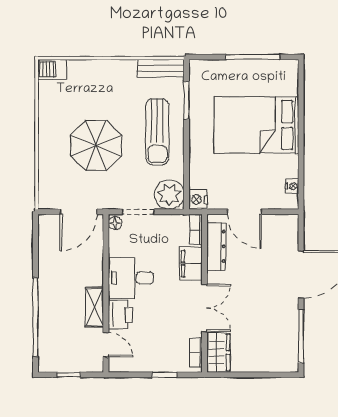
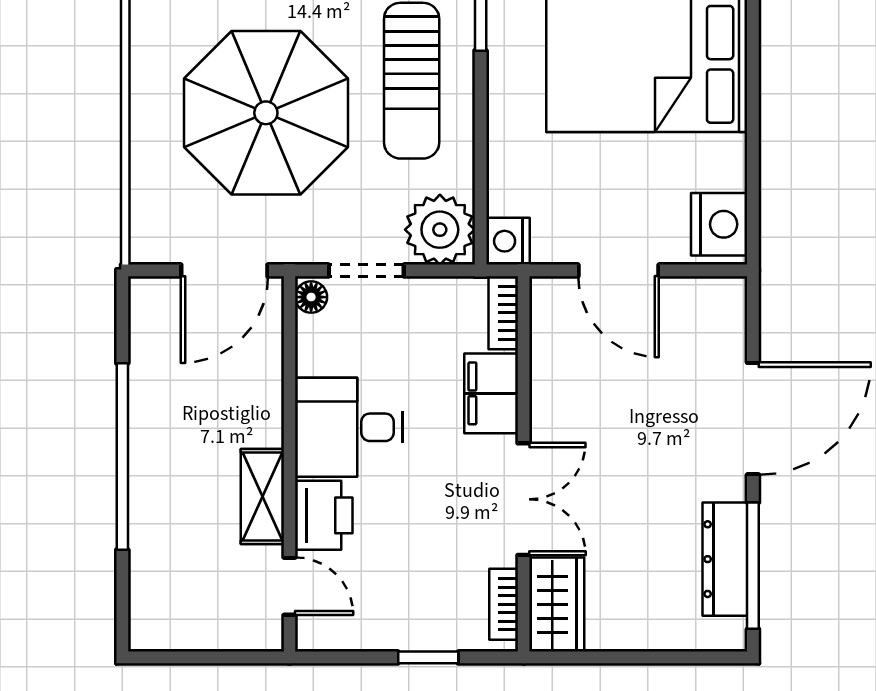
parasol: (96, 145) -> (266, 113), width x1.36, depth x1.36
nightstand: (292, 186) -> (719, 224), width x1.89, depth x1.79
dresser: (216, 246) -> (725, 559), moved, turned 180
window: (35, 317) -> (122, 457), moved
window: (69, 375) -> (201, 657), removed

